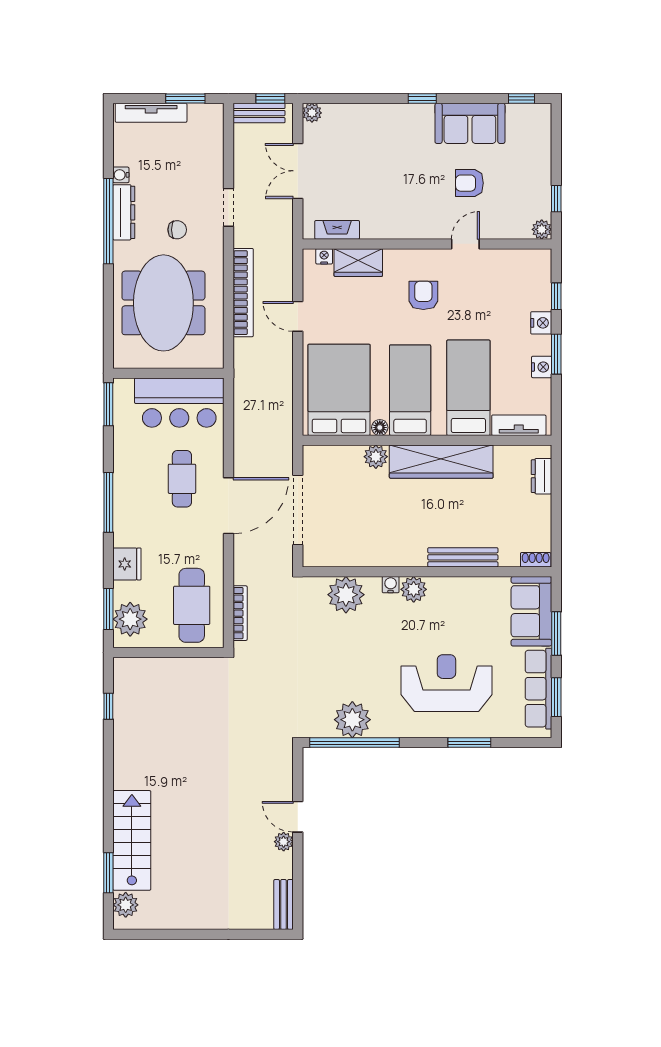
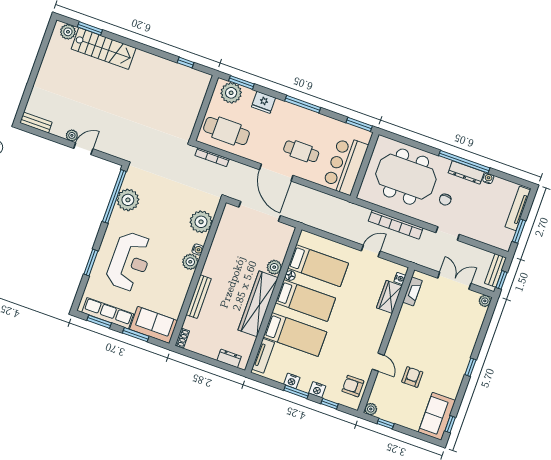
sofa: (470, 123) -> (437, 416), moved
armchair: (423, 295) -> (353, 386), moved, turned 180
bed: (339, 390) -> (318, 266), width x0.67

